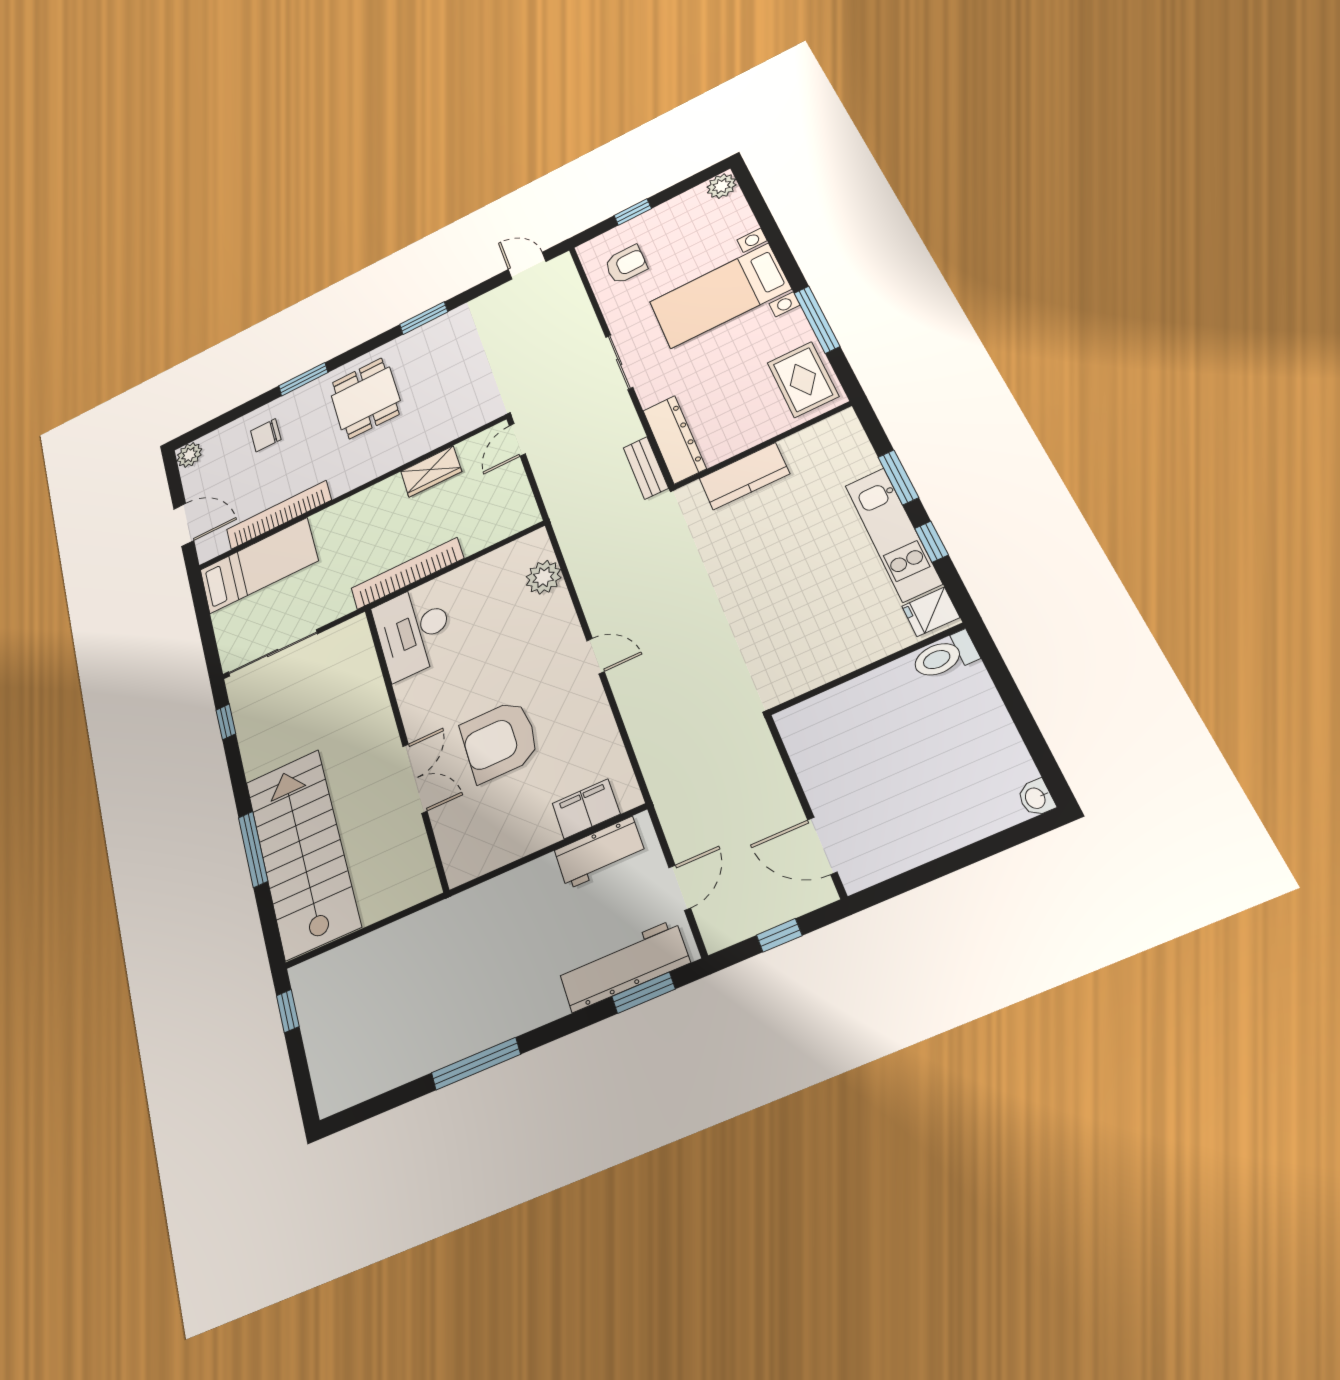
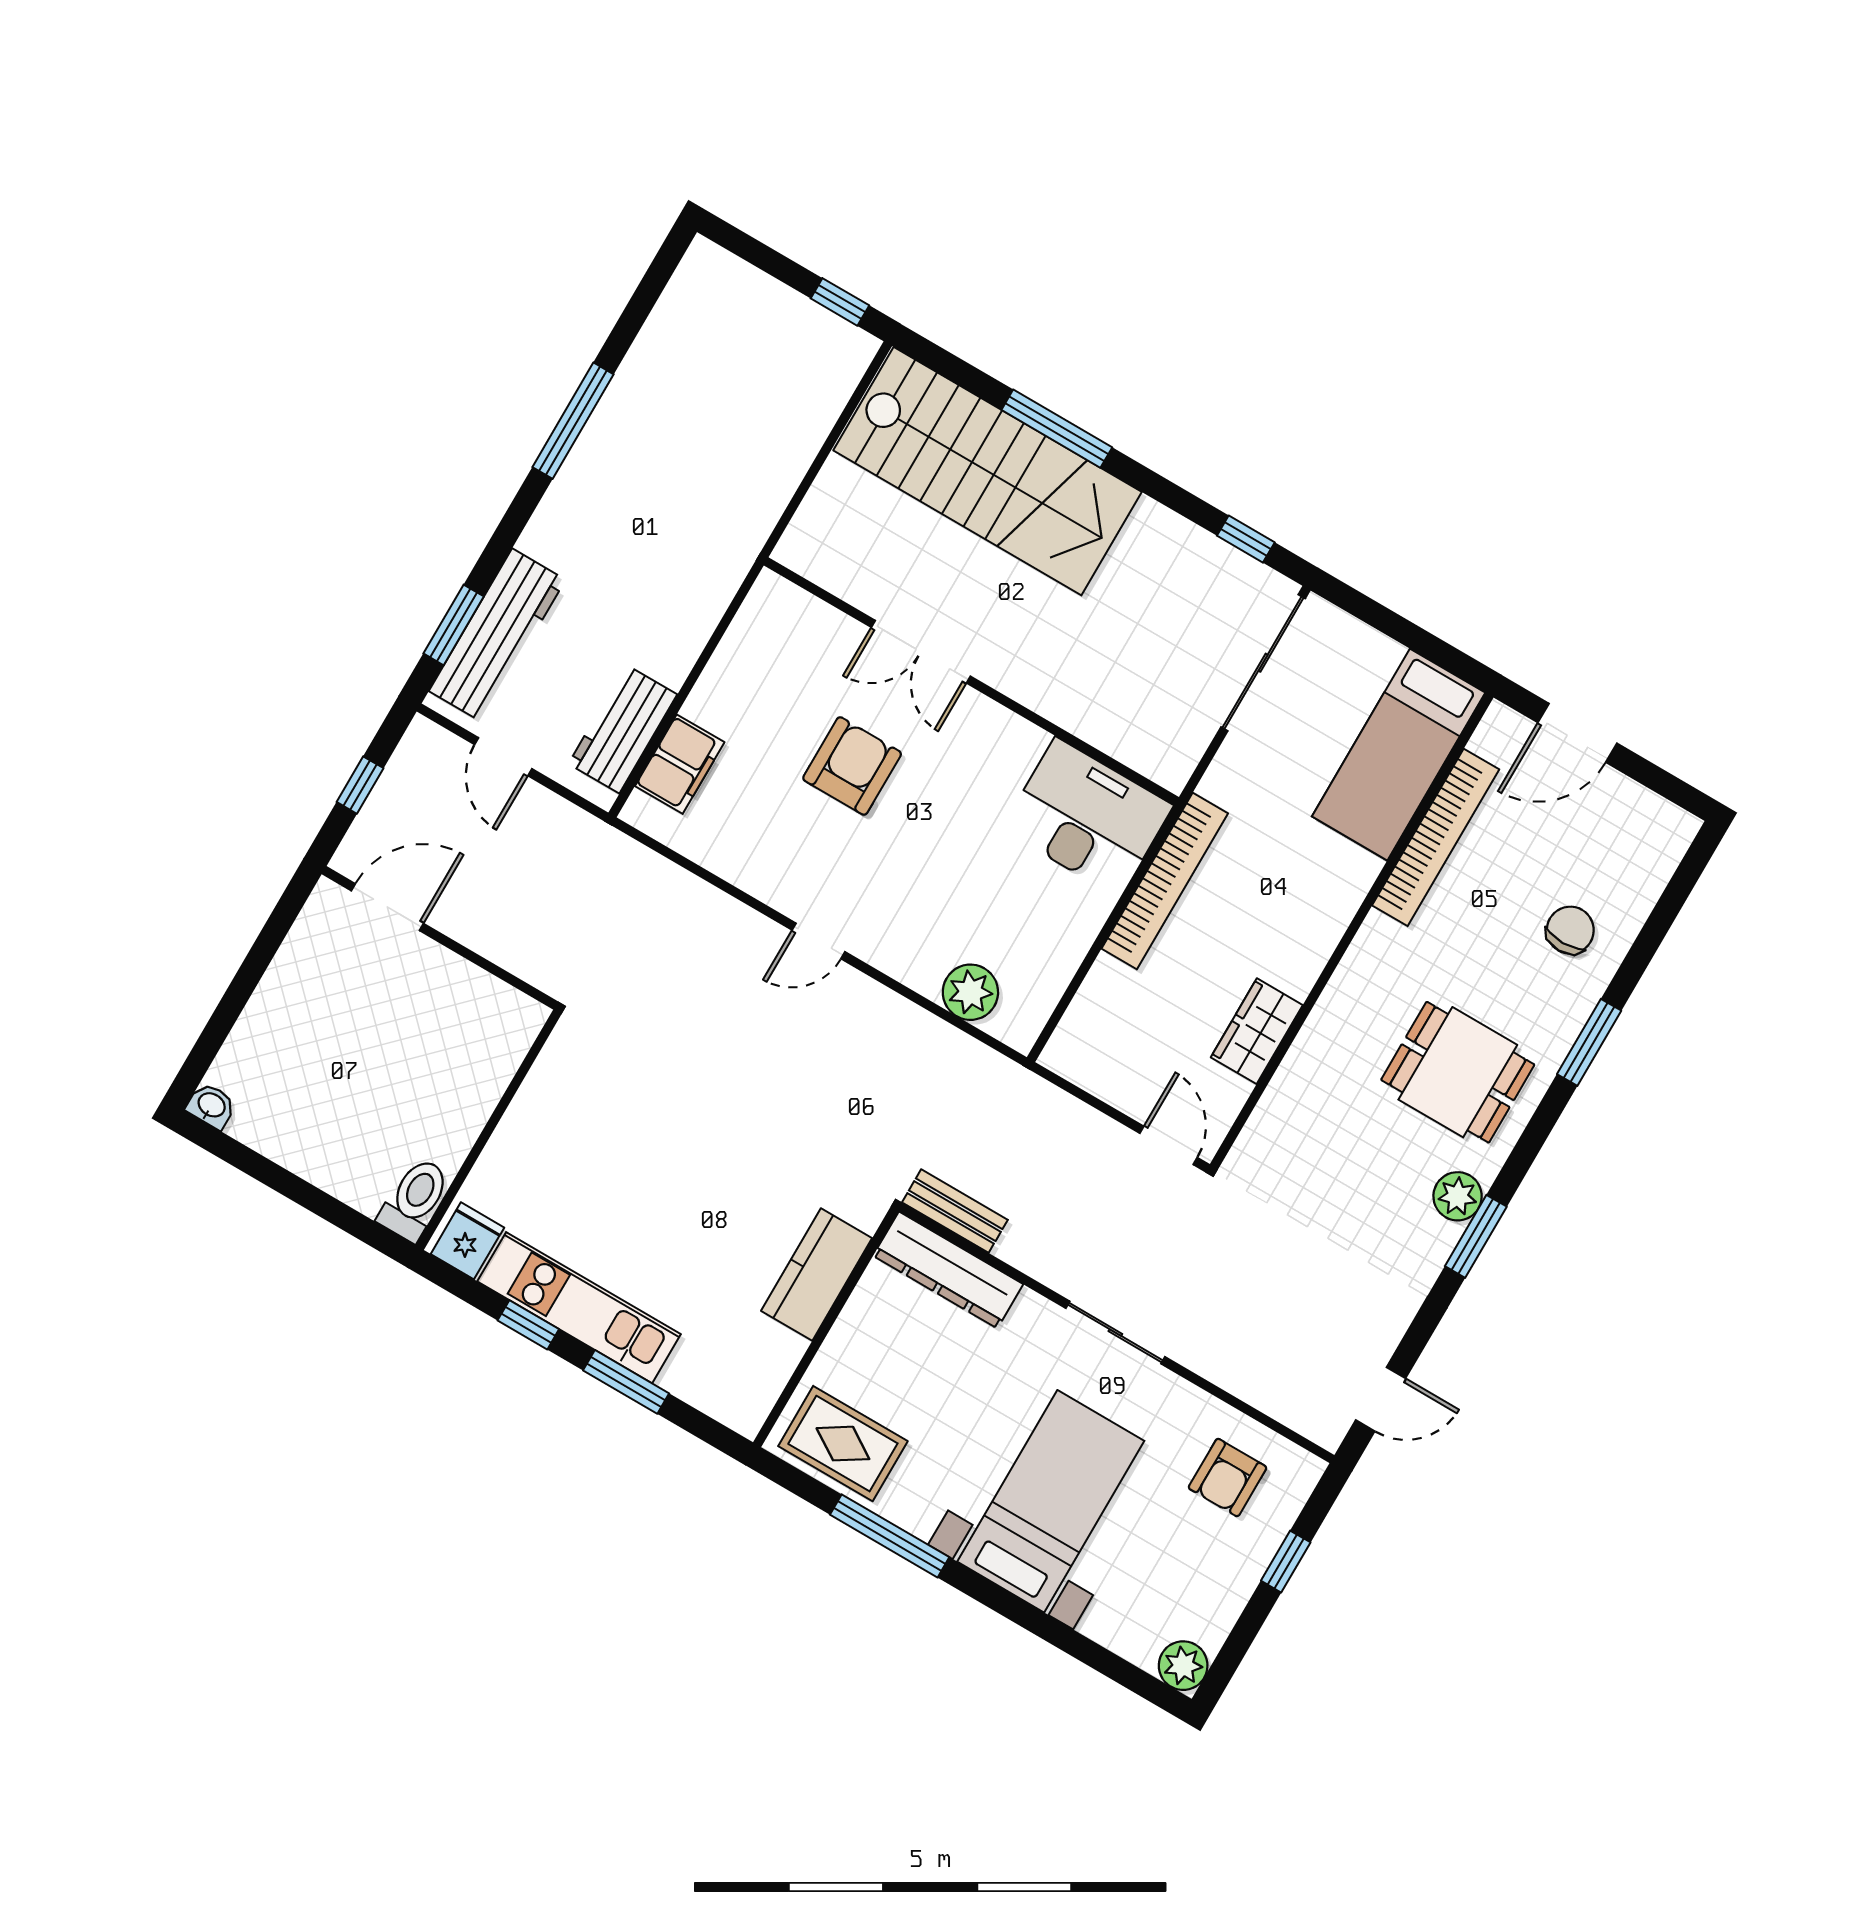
plant: (189, 455) -> (1458, 1196), moved
armchair: (500, 741) -> (852, 766), width x0.73, depth x0.73

